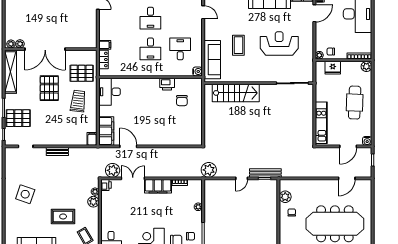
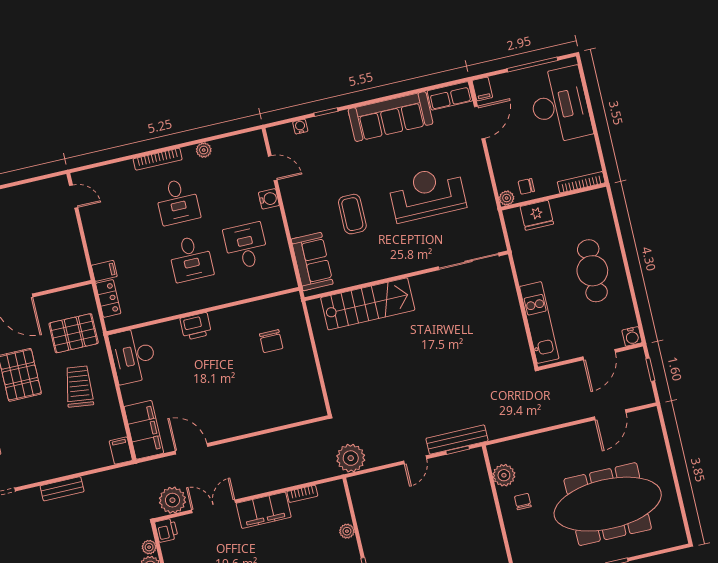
sofa: (212, 60) -> (312, 262), width x0.73
plant: (366, 66) -> (599, 199), removed
water cooler: (197, 71) -> (269, 199), moved
printer: (167, 84) -> (196, 326), moved

